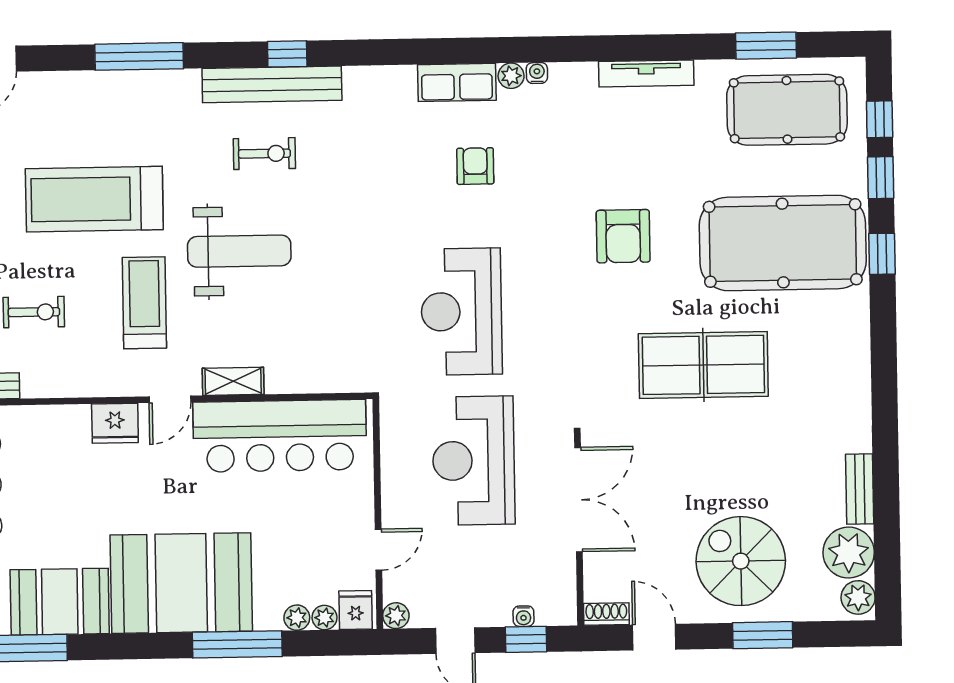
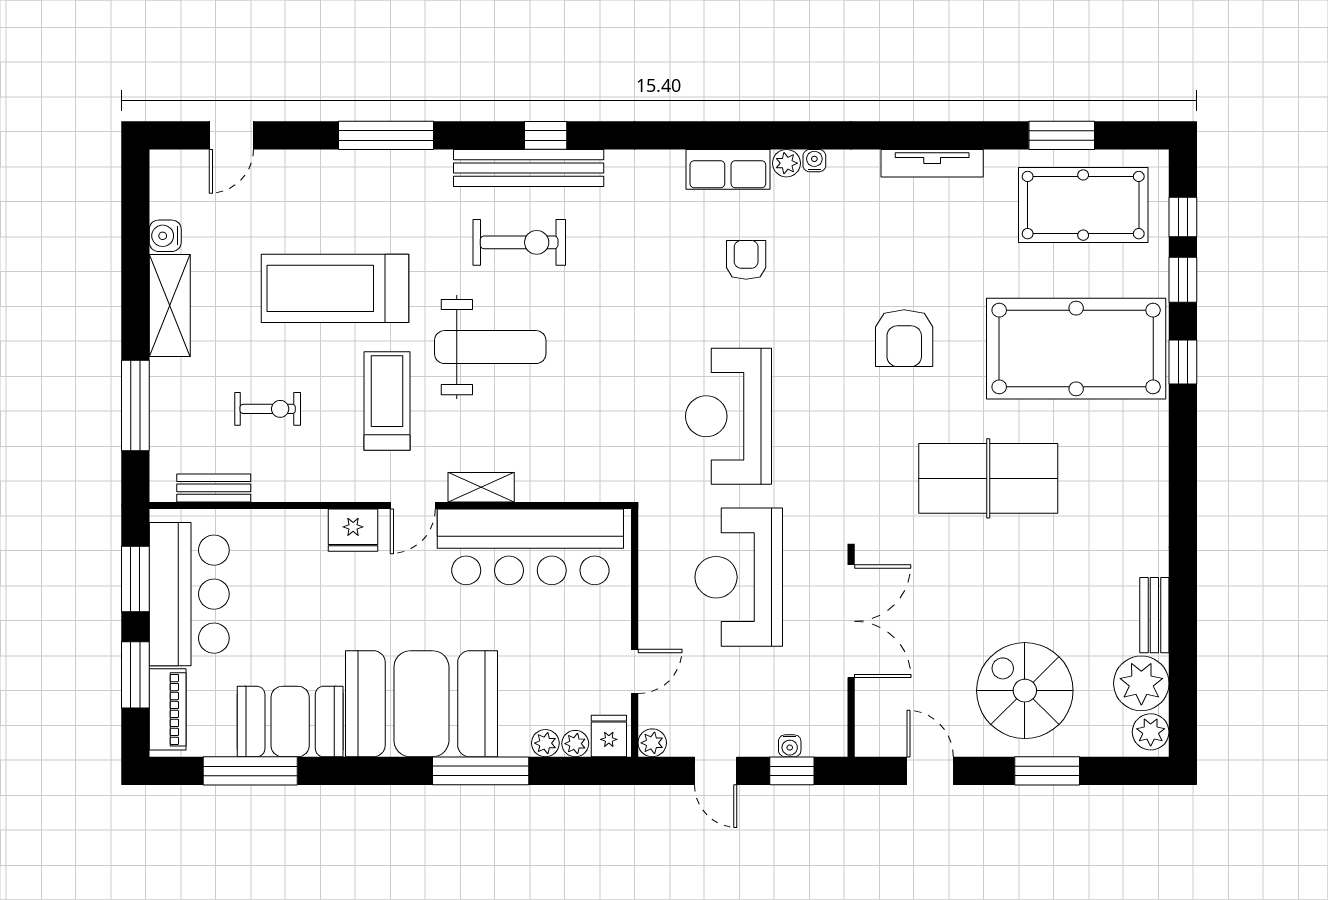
exercise bike: (264, 154) -> (519, 242), width x1.38, depth x1.39
shoe rack: (606, 614) -> (879, 745), removed

